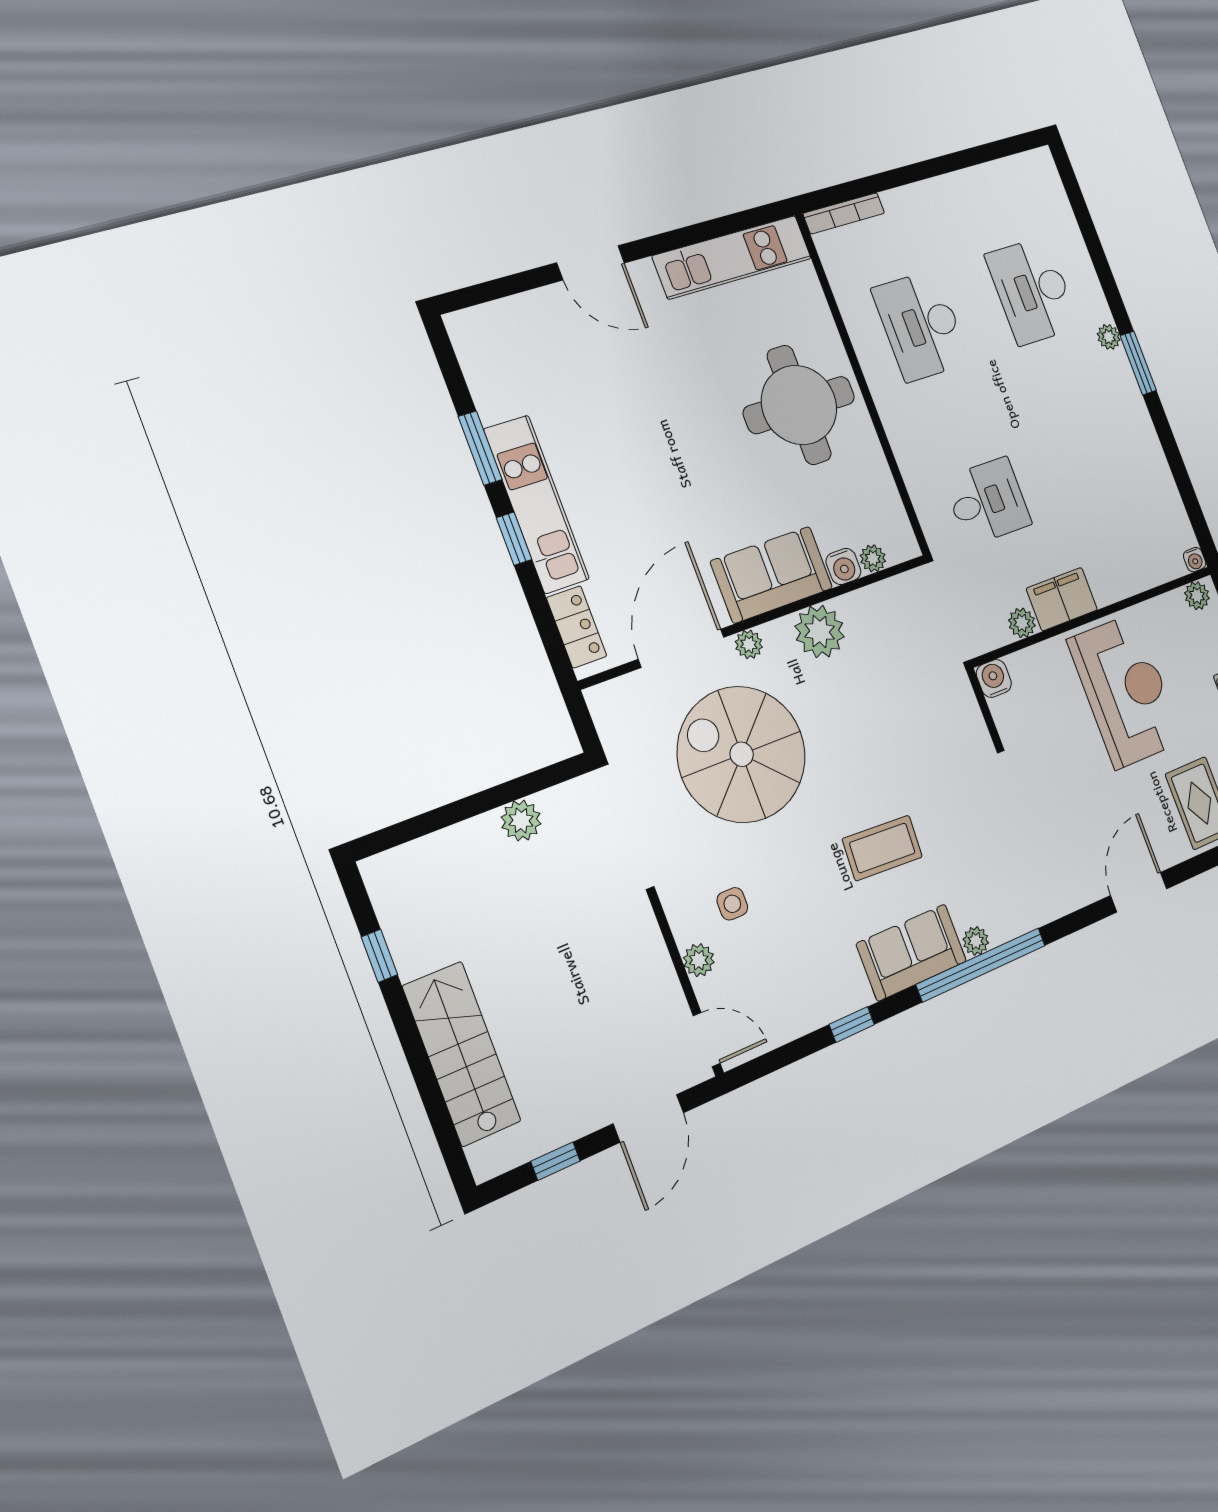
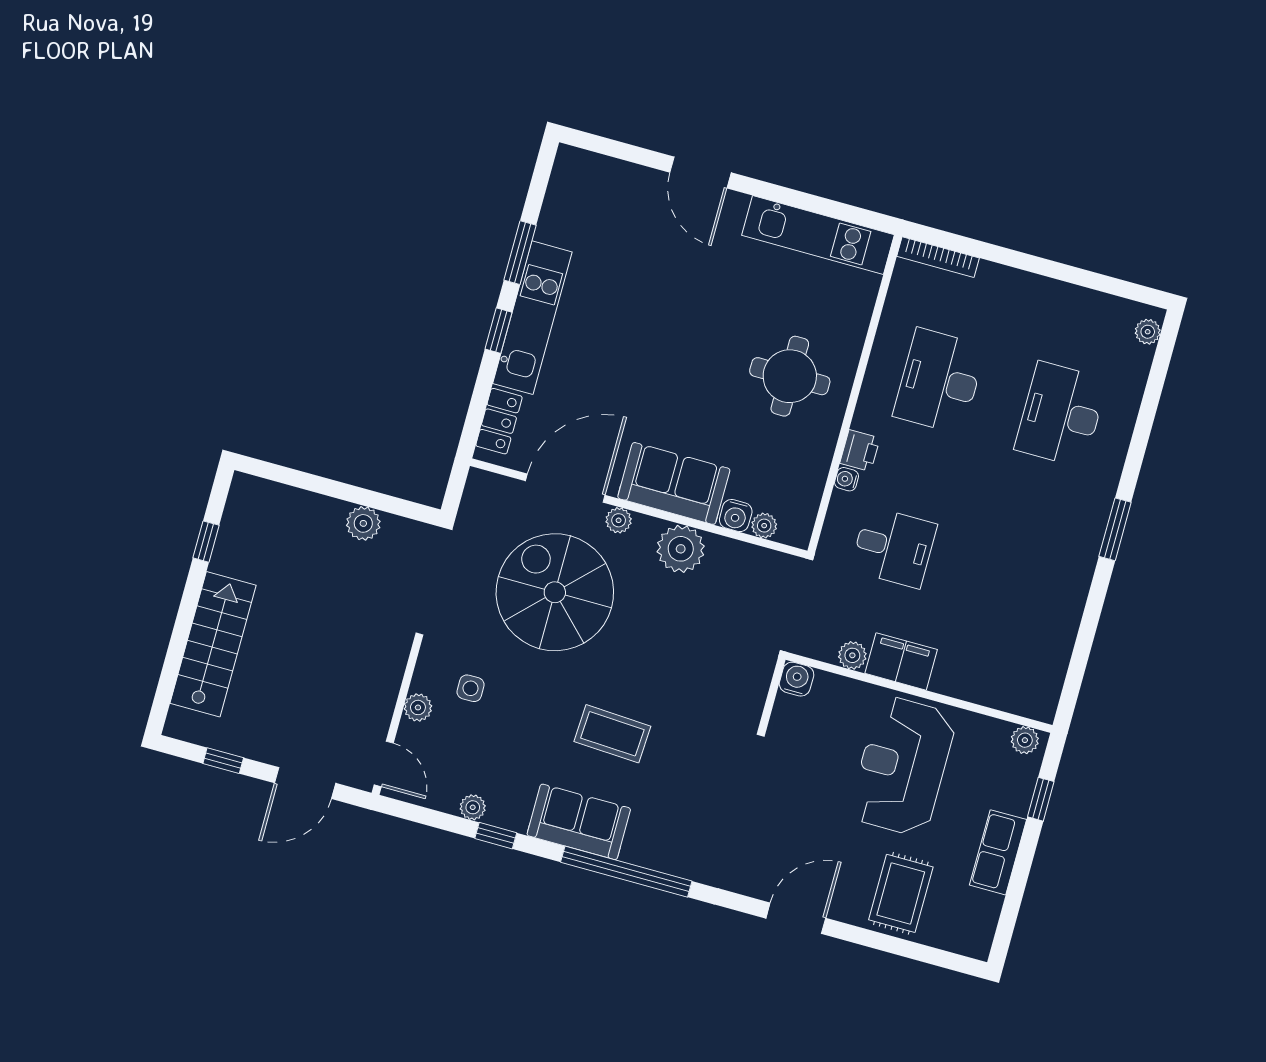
plant: (1109, 337) -> (1148, 332), moved
round table: (799, 405) -> (790, 376), width x0.73, depth x0.73
printer: (902, 433) -> (860, 451), added
water cooler: (1195, 560) -> (847, 479), moved, turned 90
reception desk: (1126, 691) -> (903, 766), turned 180
plant: (976, 941) -> (473, 807), moved

